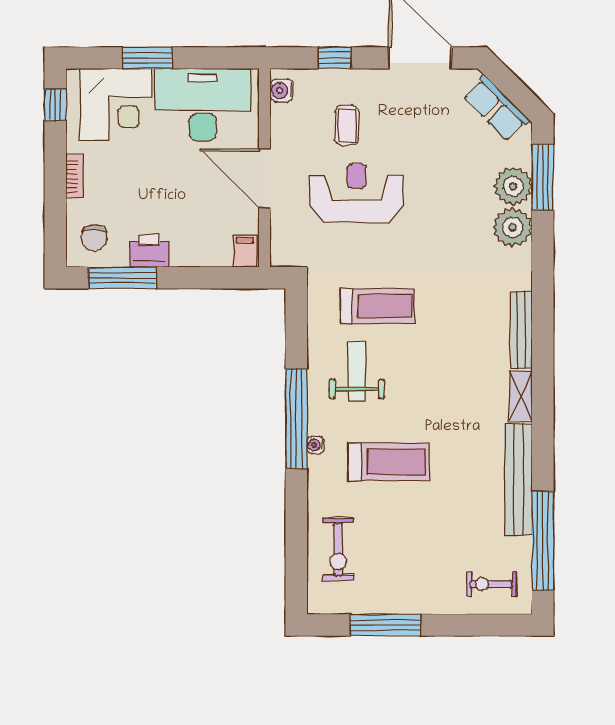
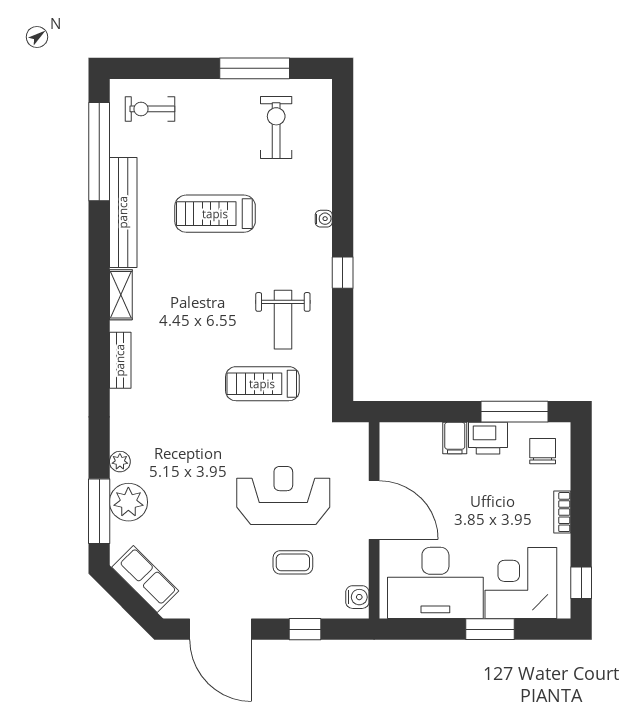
coffee table: (347, 125) -> (293, 562), turned 90
reception desk: (356, 193) -> (283, 495), turned 180
plant: (513, 227) -> (120, 462), width x0.53, depth x0.53
filing cabinet: (245, 251) -> (455, 438), moved
bench: (521, 330) -> (120, 360), width x0.73
window: (296, 418) -> (343, 273), width x0.32
water cooler: (316, 445) -> (324, 219), moved
treadmill: (389, 462) -> (215, 214), moved
exercise bike: (338, 549) -> (276, 128), moved
exercise bike: (491, 584) -> (150, 109), turned 180

